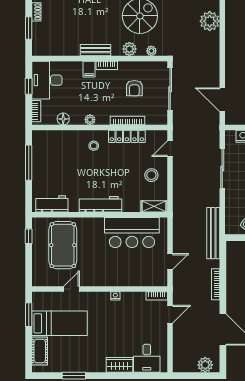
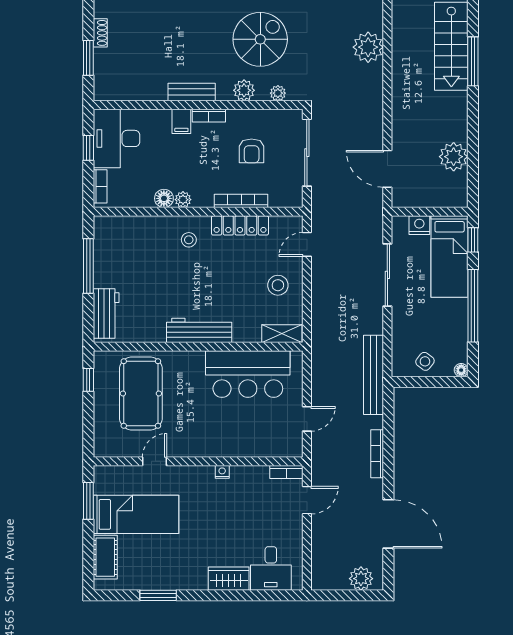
floor lamp: (63, 119) -> (164, 198), moved
workbench: (52, 204) -> (106, 313), moved, turned 90

